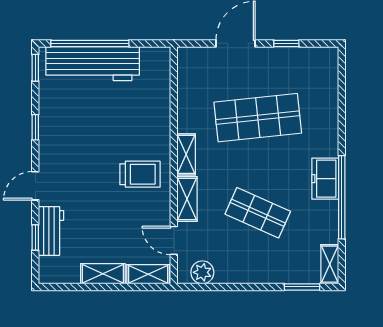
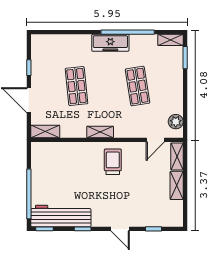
workbench: (93, 64) -> (61, 216), moved, turned -90
shop shelf: (258, 118) -> (76, 86), width x0.70, depth x0.74
freezer: (325, 179) -> (110, 43), width x1.40
shelving: (187, 199) -> (45, 131), moved
shop shelf: (258, 213) -> (138, 86), turned -33
workbench: (51, 231) -> (149, 219), removed

